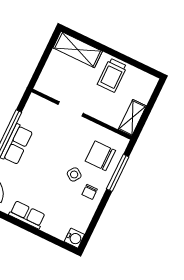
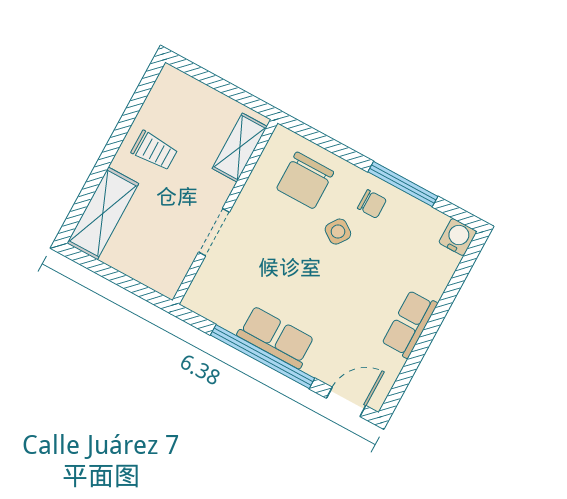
trolley: (112, 75) -> (154, 151), width x0.73, depth x0.72
shelving: (132, 118) -> (240, 147), moved, turned 90
window: (118, 173) -> (403, 184), moved

